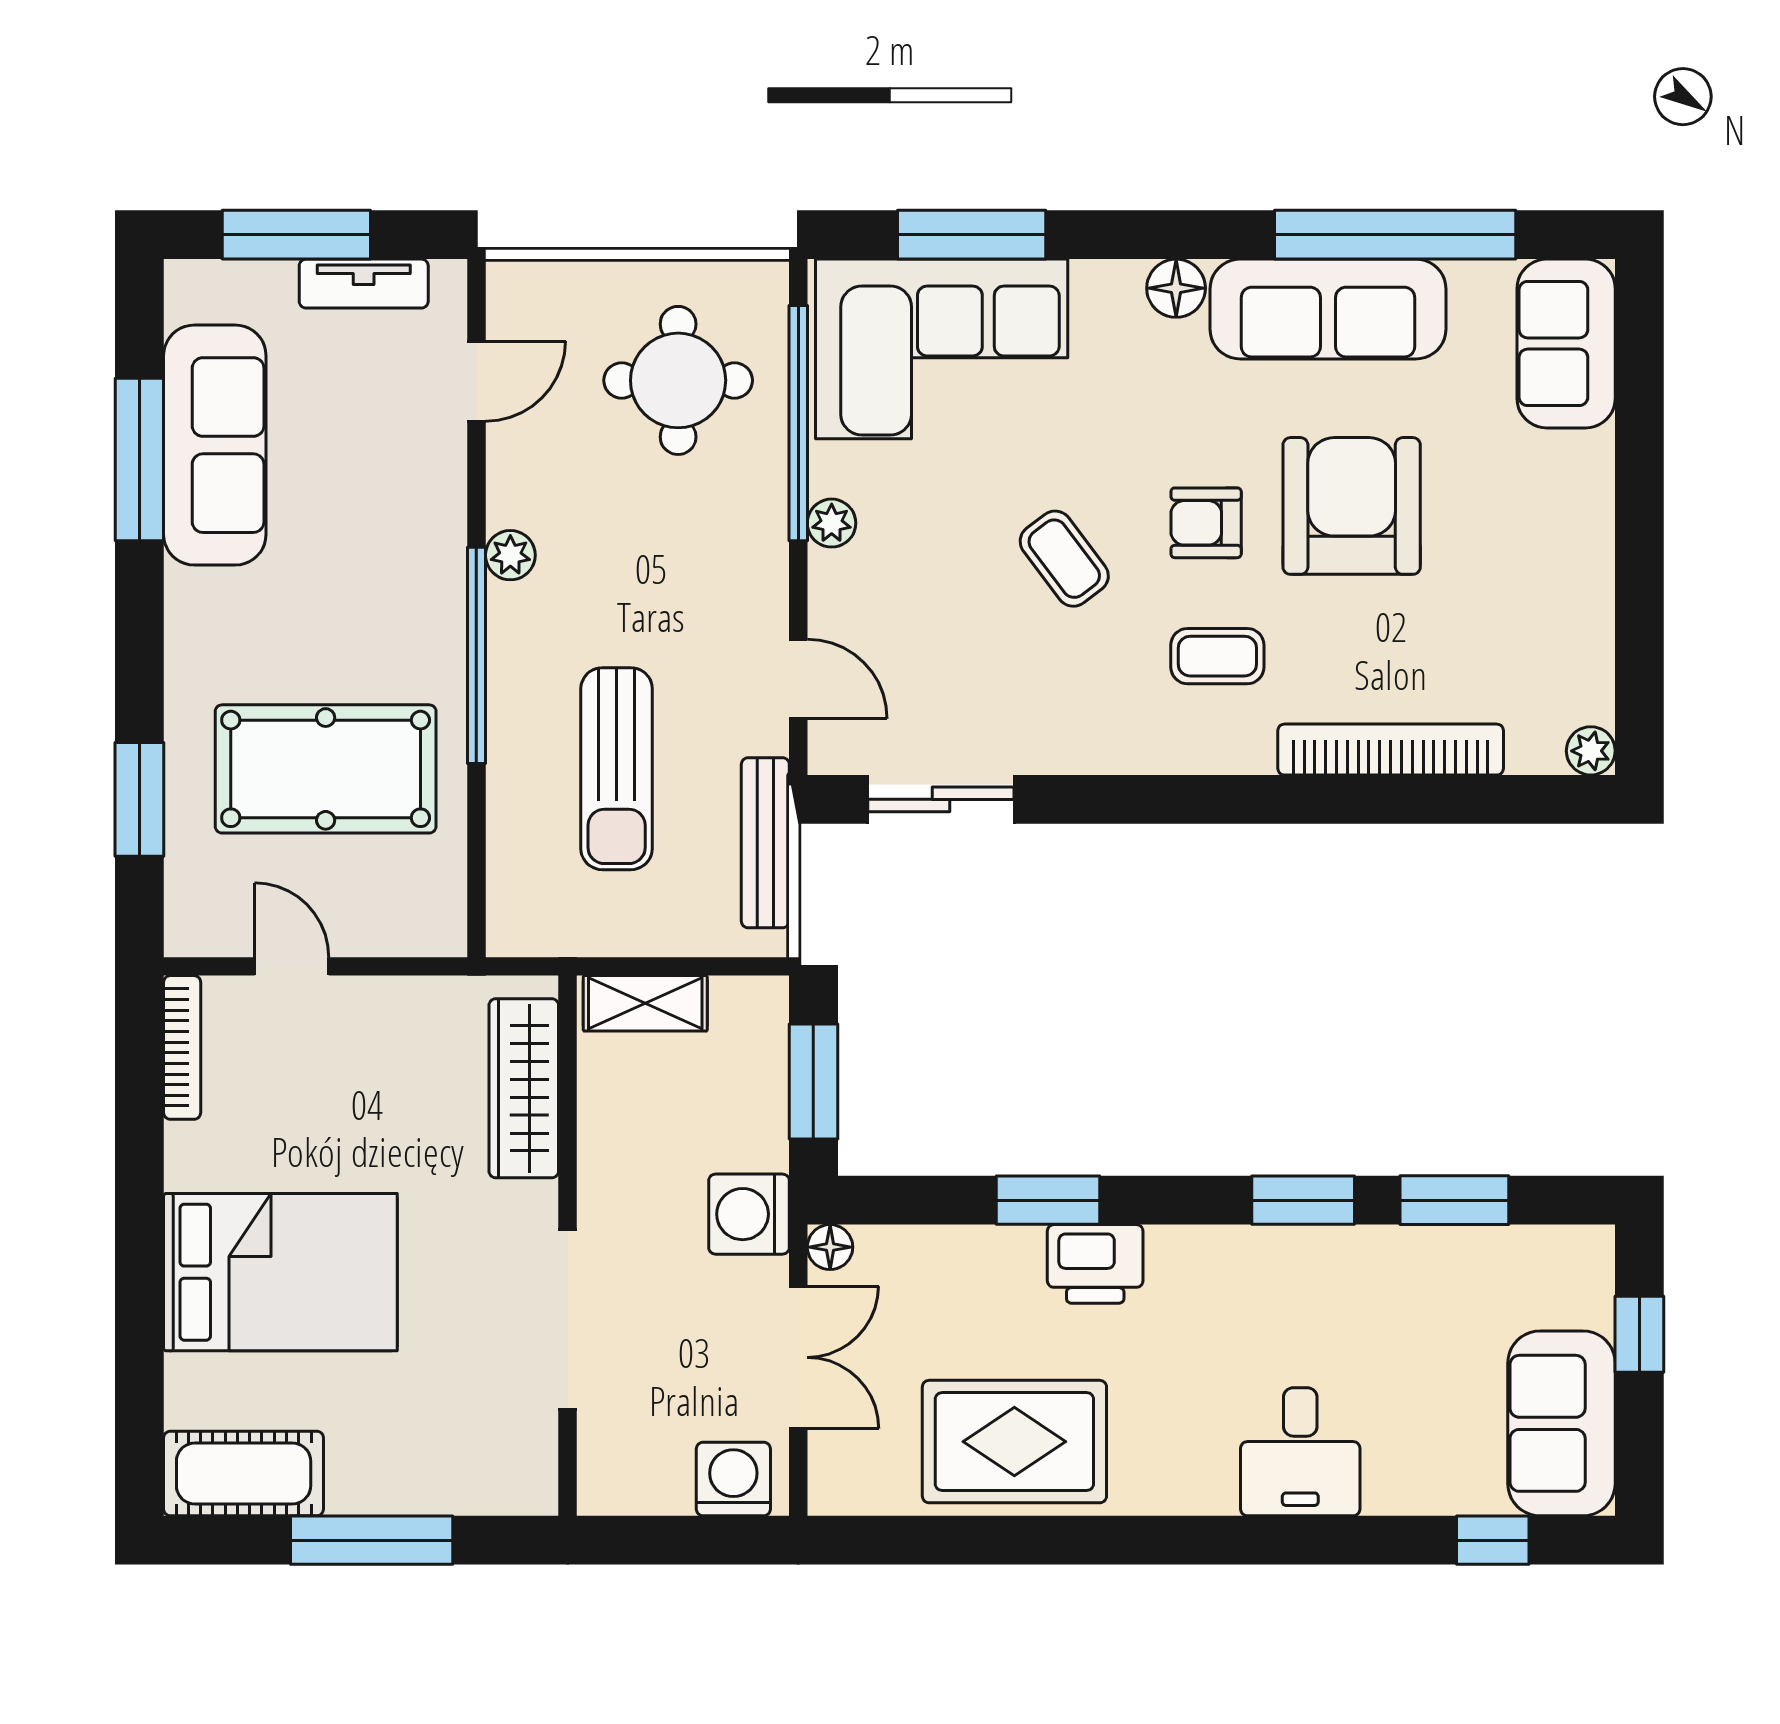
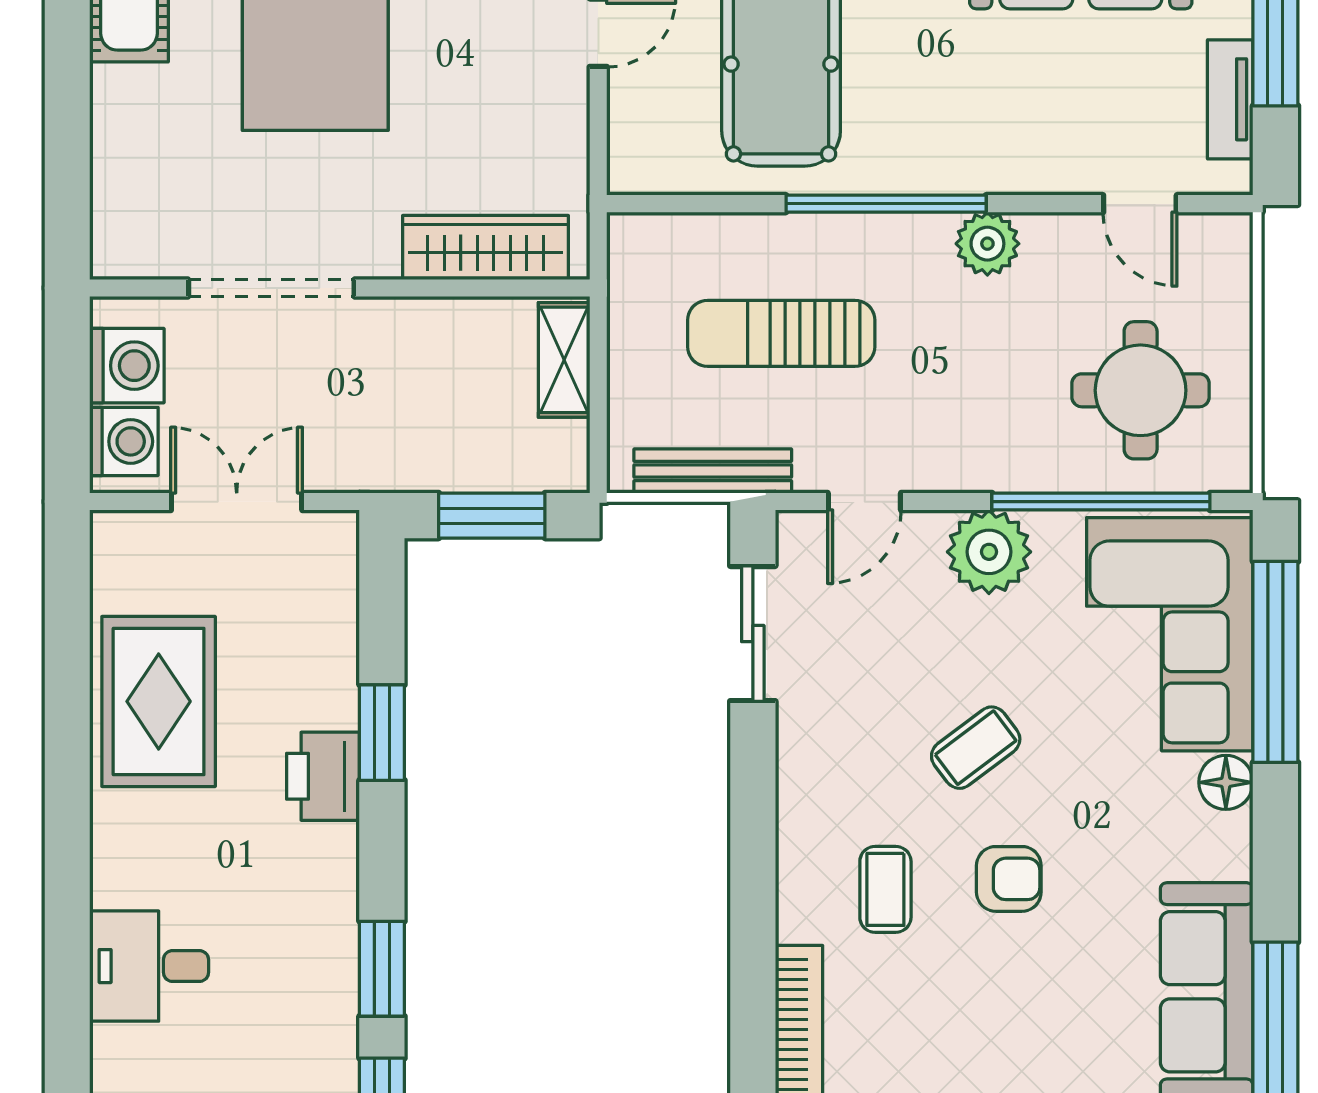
window: (972, 235) -> (1275, 662), width x1.46
floor lamp: (1176, 288) -> (1226, 782), moved
armchair: (1352, 506) -> (1024, 1014), removed
plant: (832, 523) -> (989, 552), width x1.88, depth x1.88
armchair: (1206, 523) -> (1009, 879), turned 90
plant: (510, 555) -> (987, 244), width x1.38, depth x1.38
washing machine: (749, 1214) -> (127, 366), moved, turned 90
floor lamp: (830, 1247) -> (339, 531), removed
double door: (798, 1357) -> (237, 502), swing flipped
window: (372, 1540) -> (67, 107), removed

